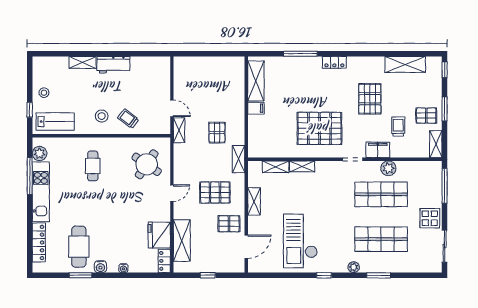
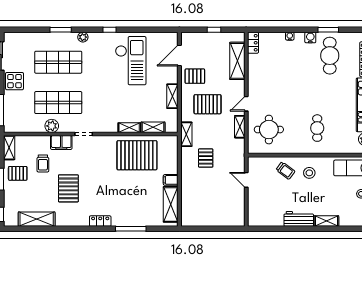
pallet: (319, 128) -> (137, 155), moved
shelving: (179, 130) -> (240, 127), moved
round table: (147, 164) -> (269, 130), turned -34
fridge: (159, 235) -> (258, 66), removed

